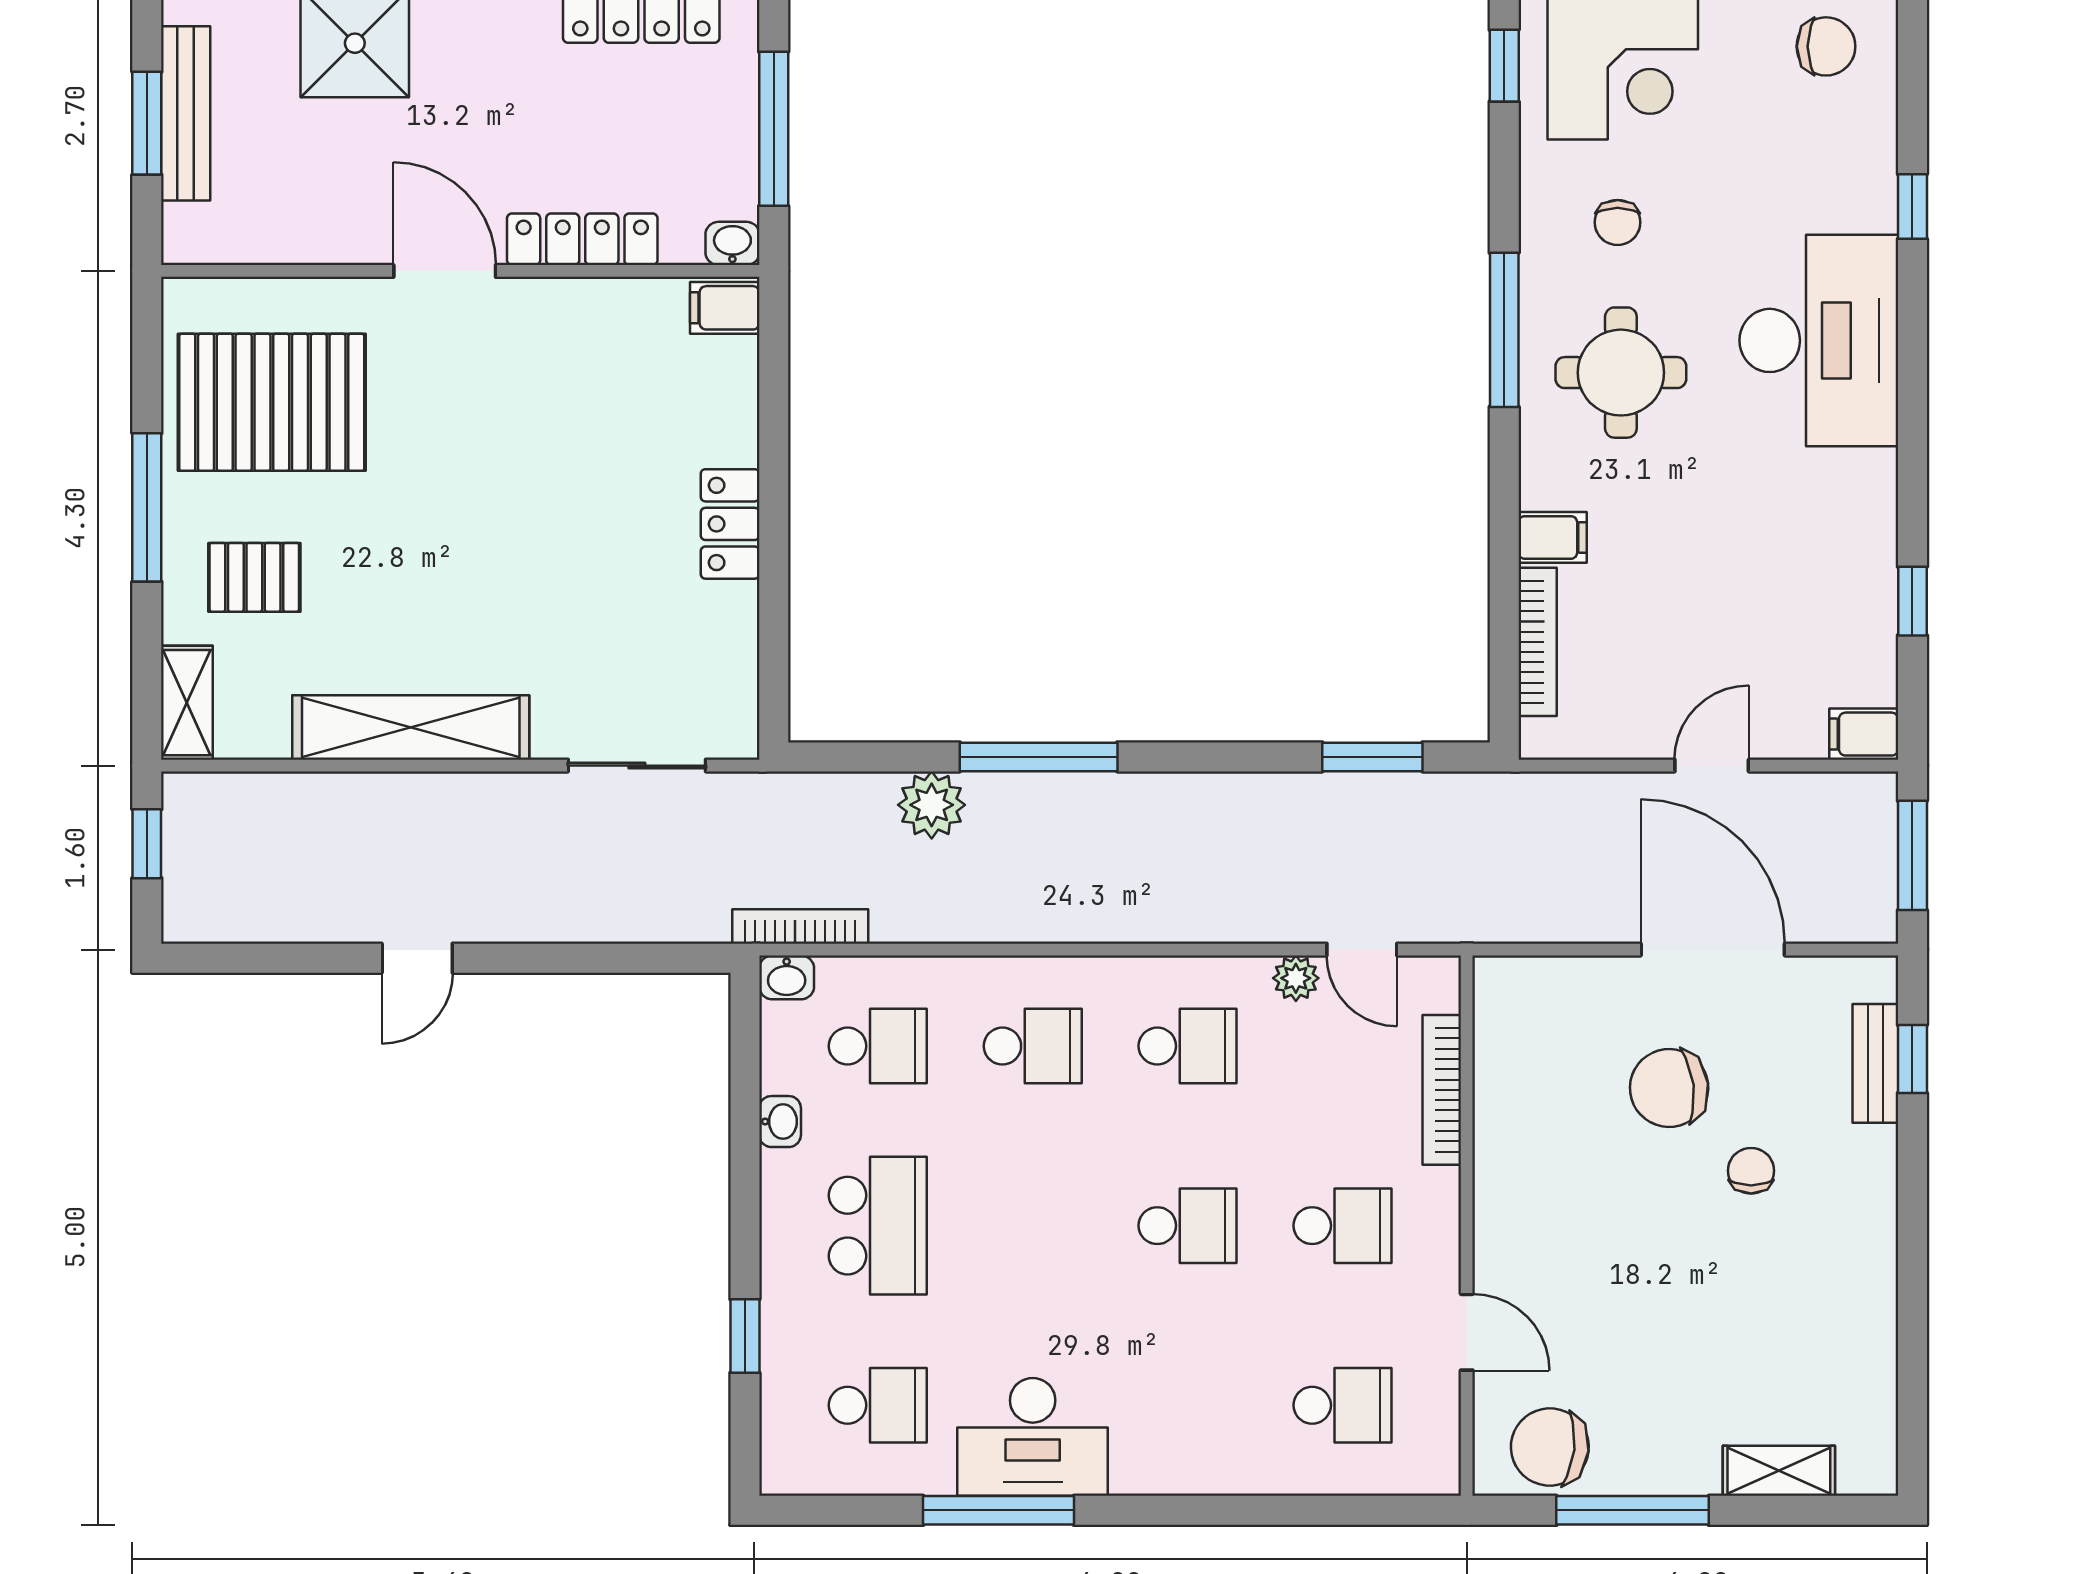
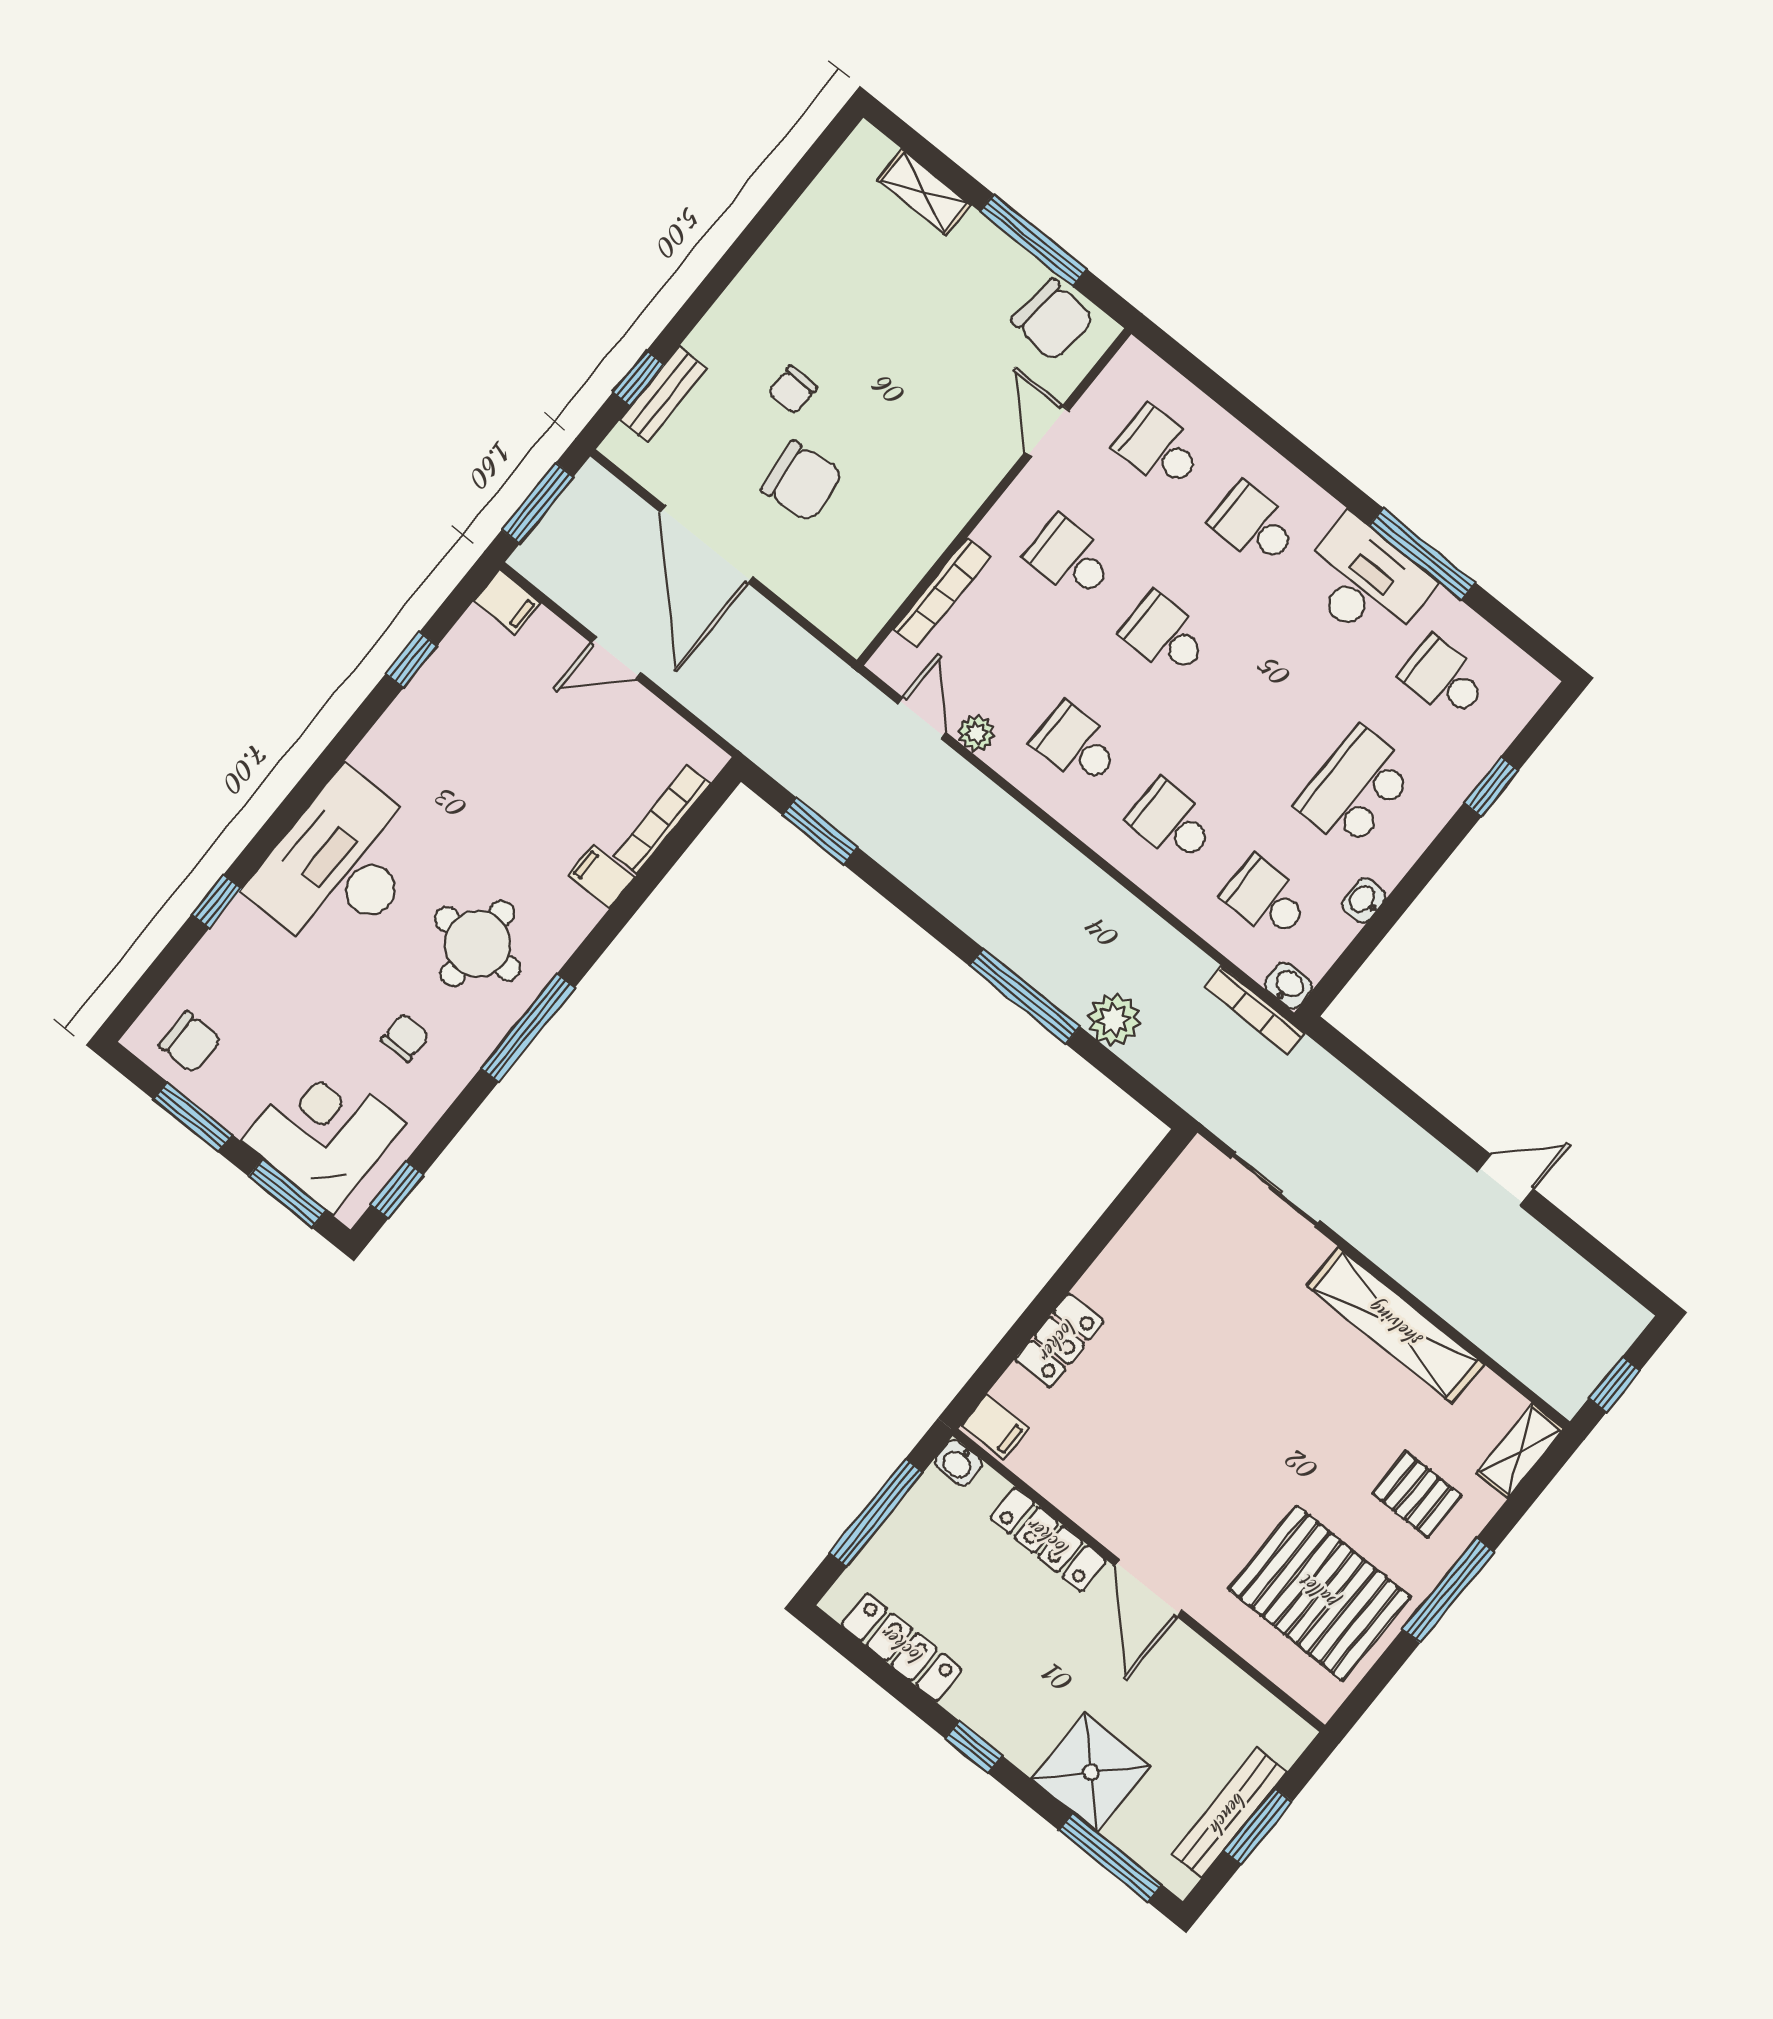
chair: (1826, 46) -> (190, 1042), turned 180
locker: (730, 524) -> (1059, 1340), moved
school desk: (1188, 1405) -> (1254, 525), added

